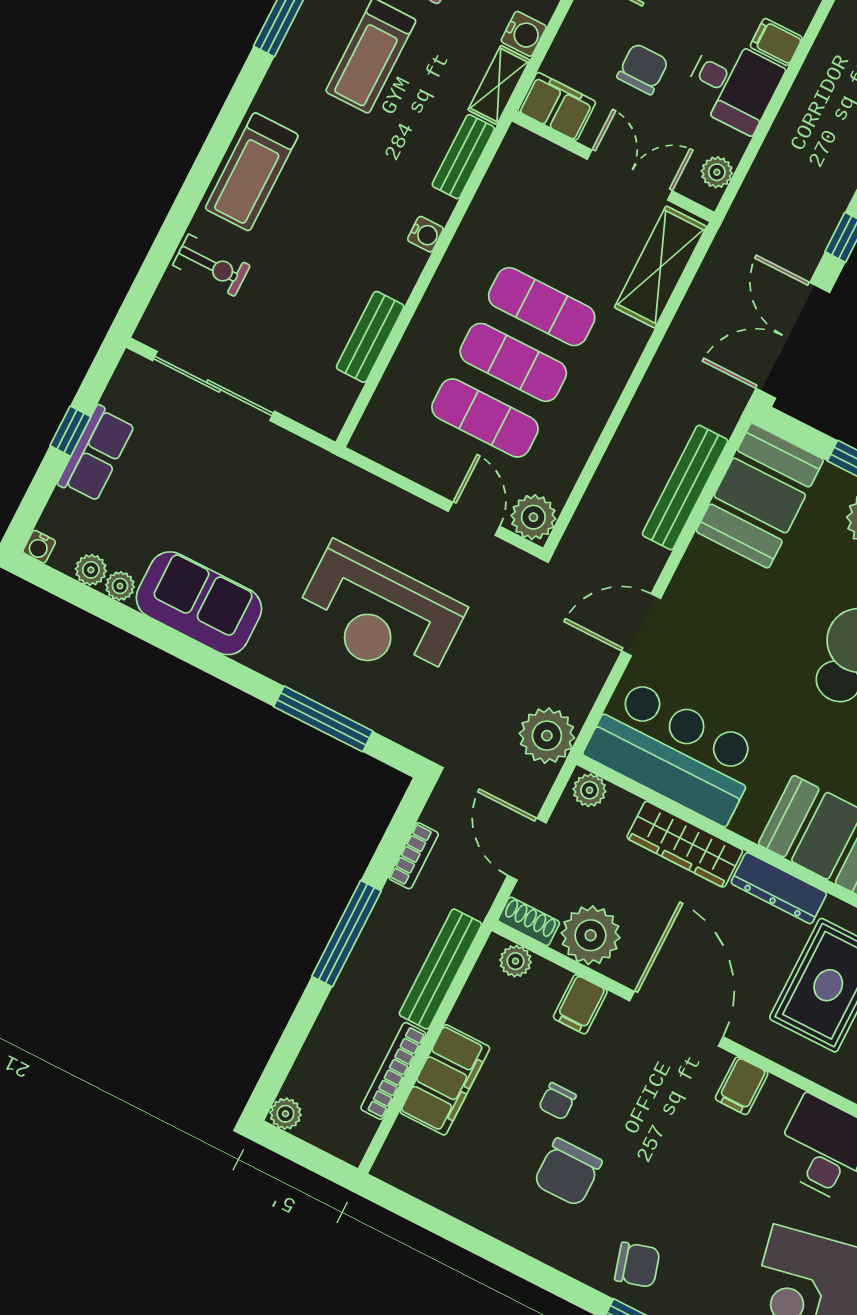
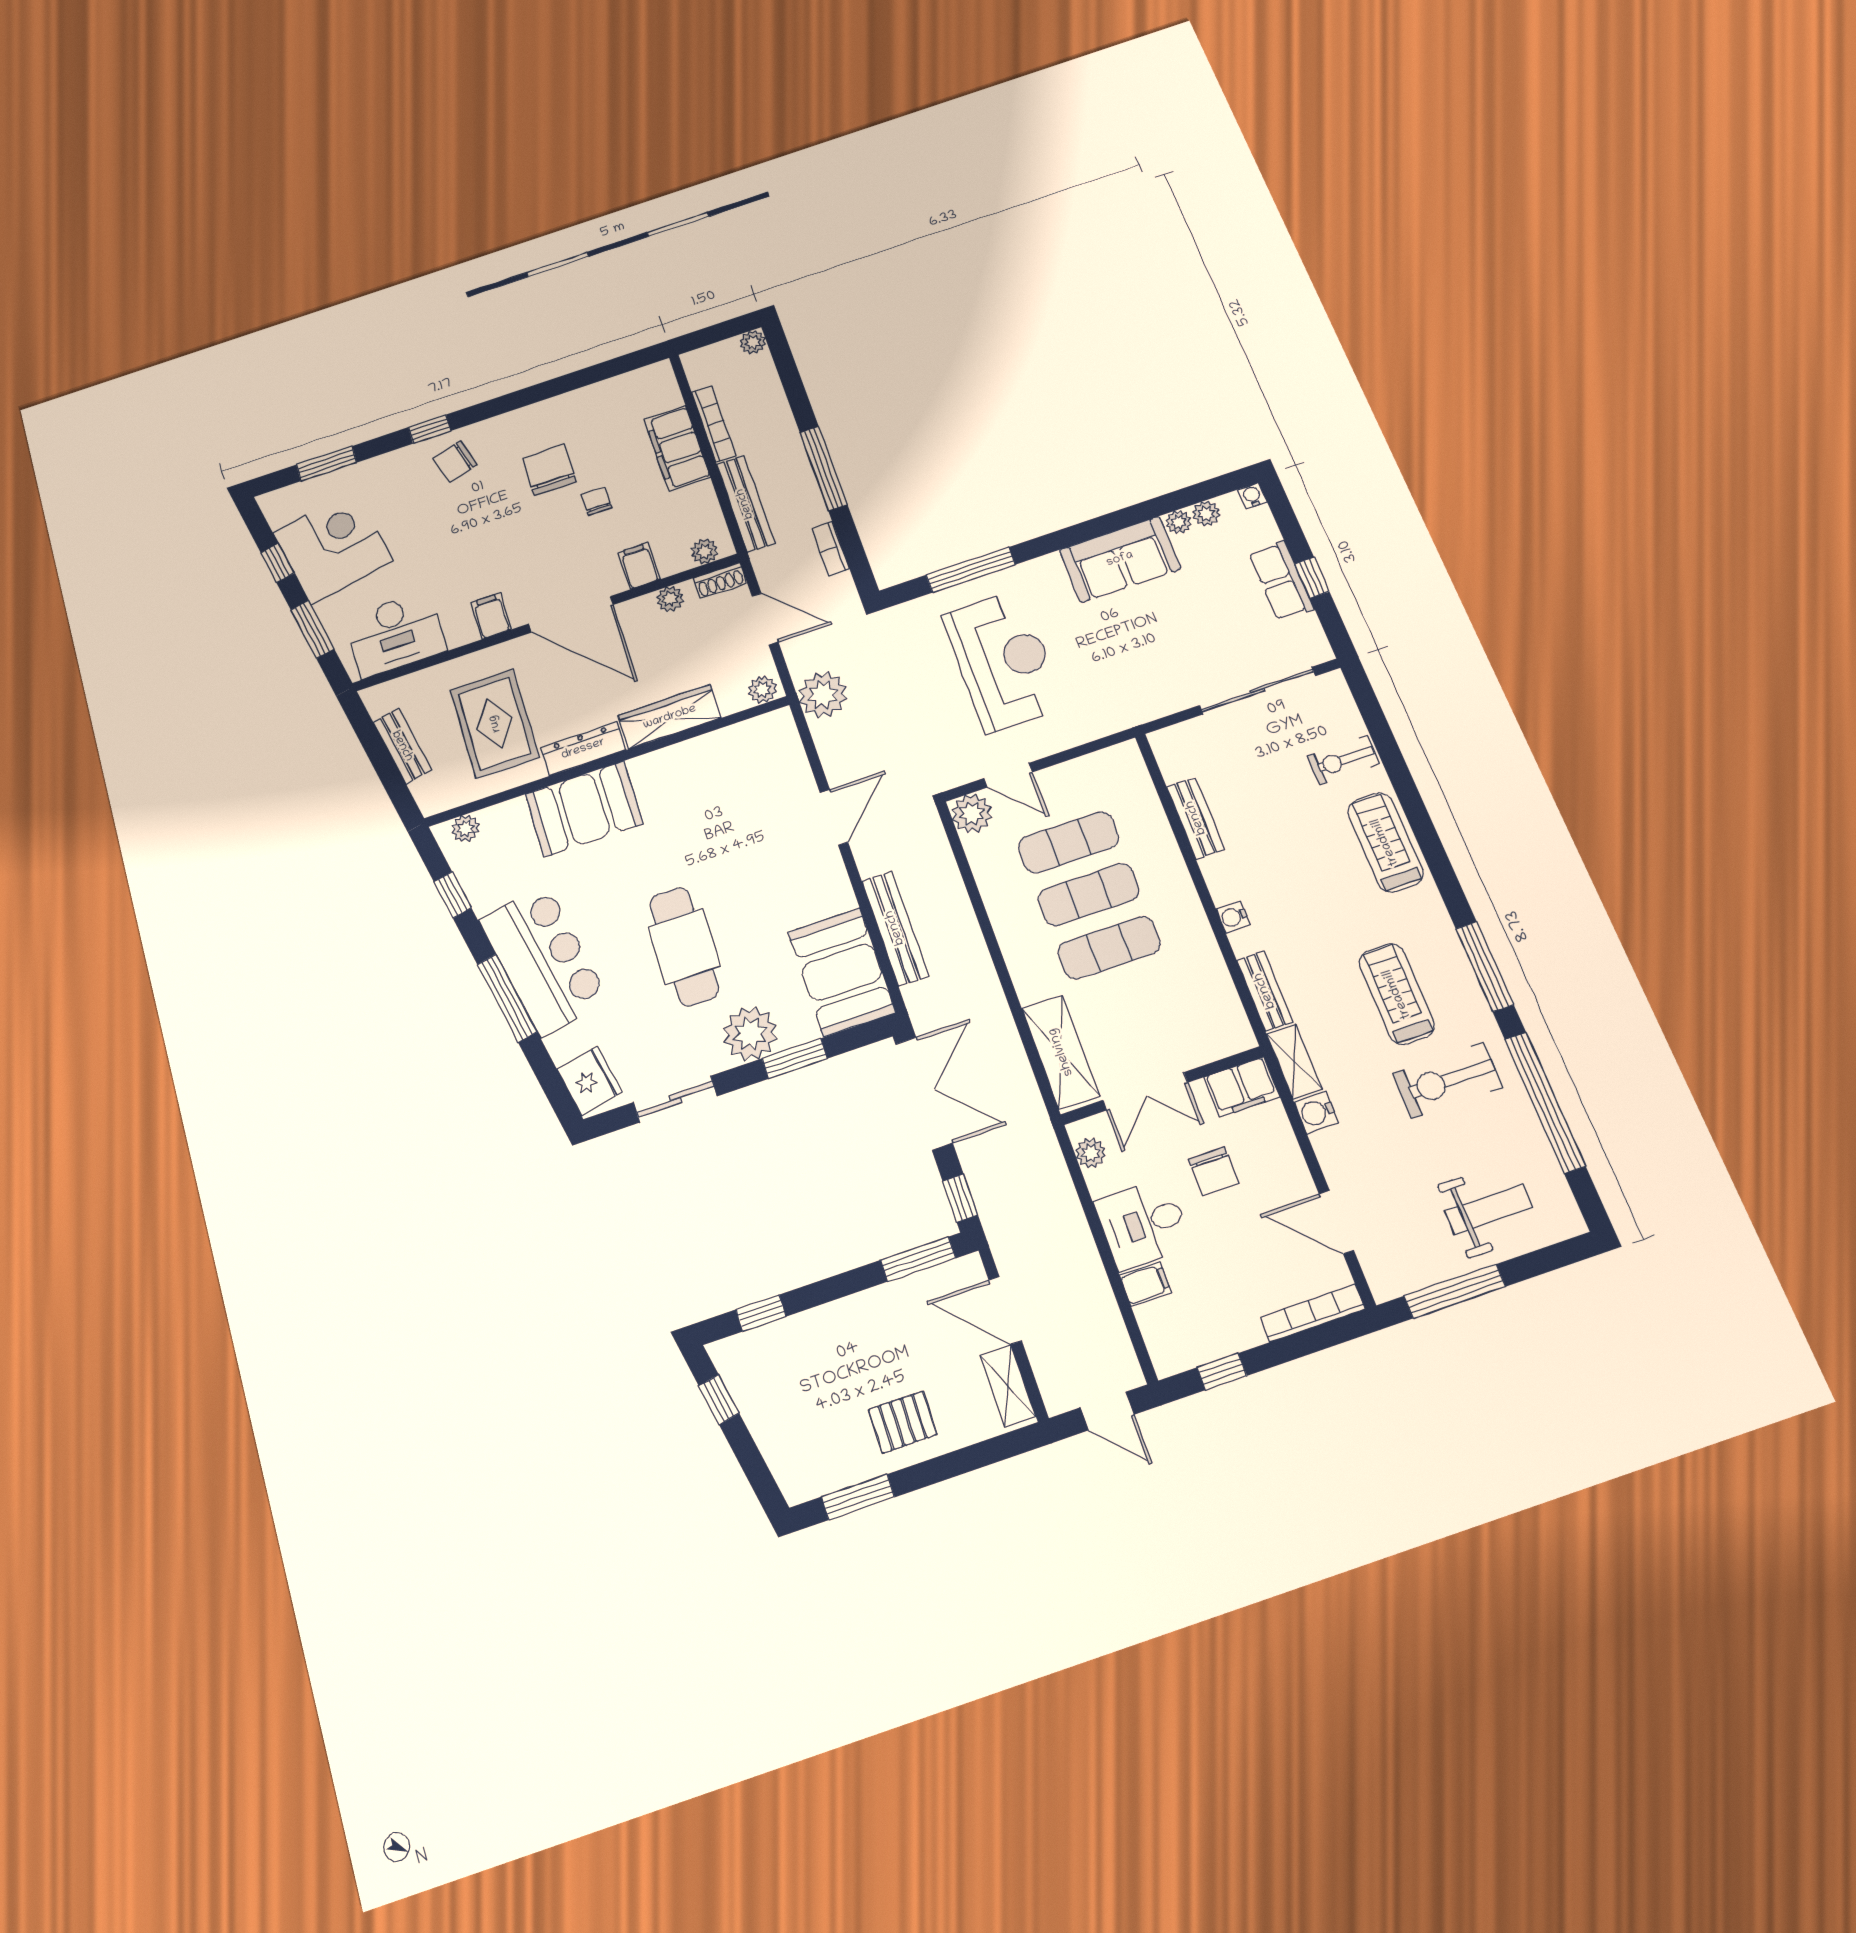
reception desk: (379, 615) -> (1003, 661), turned 90
bar counter: (674, 751) -> (733, 763), removed
plant: (591, 935) -> (670, 599), width x0.53, depth x0.53

